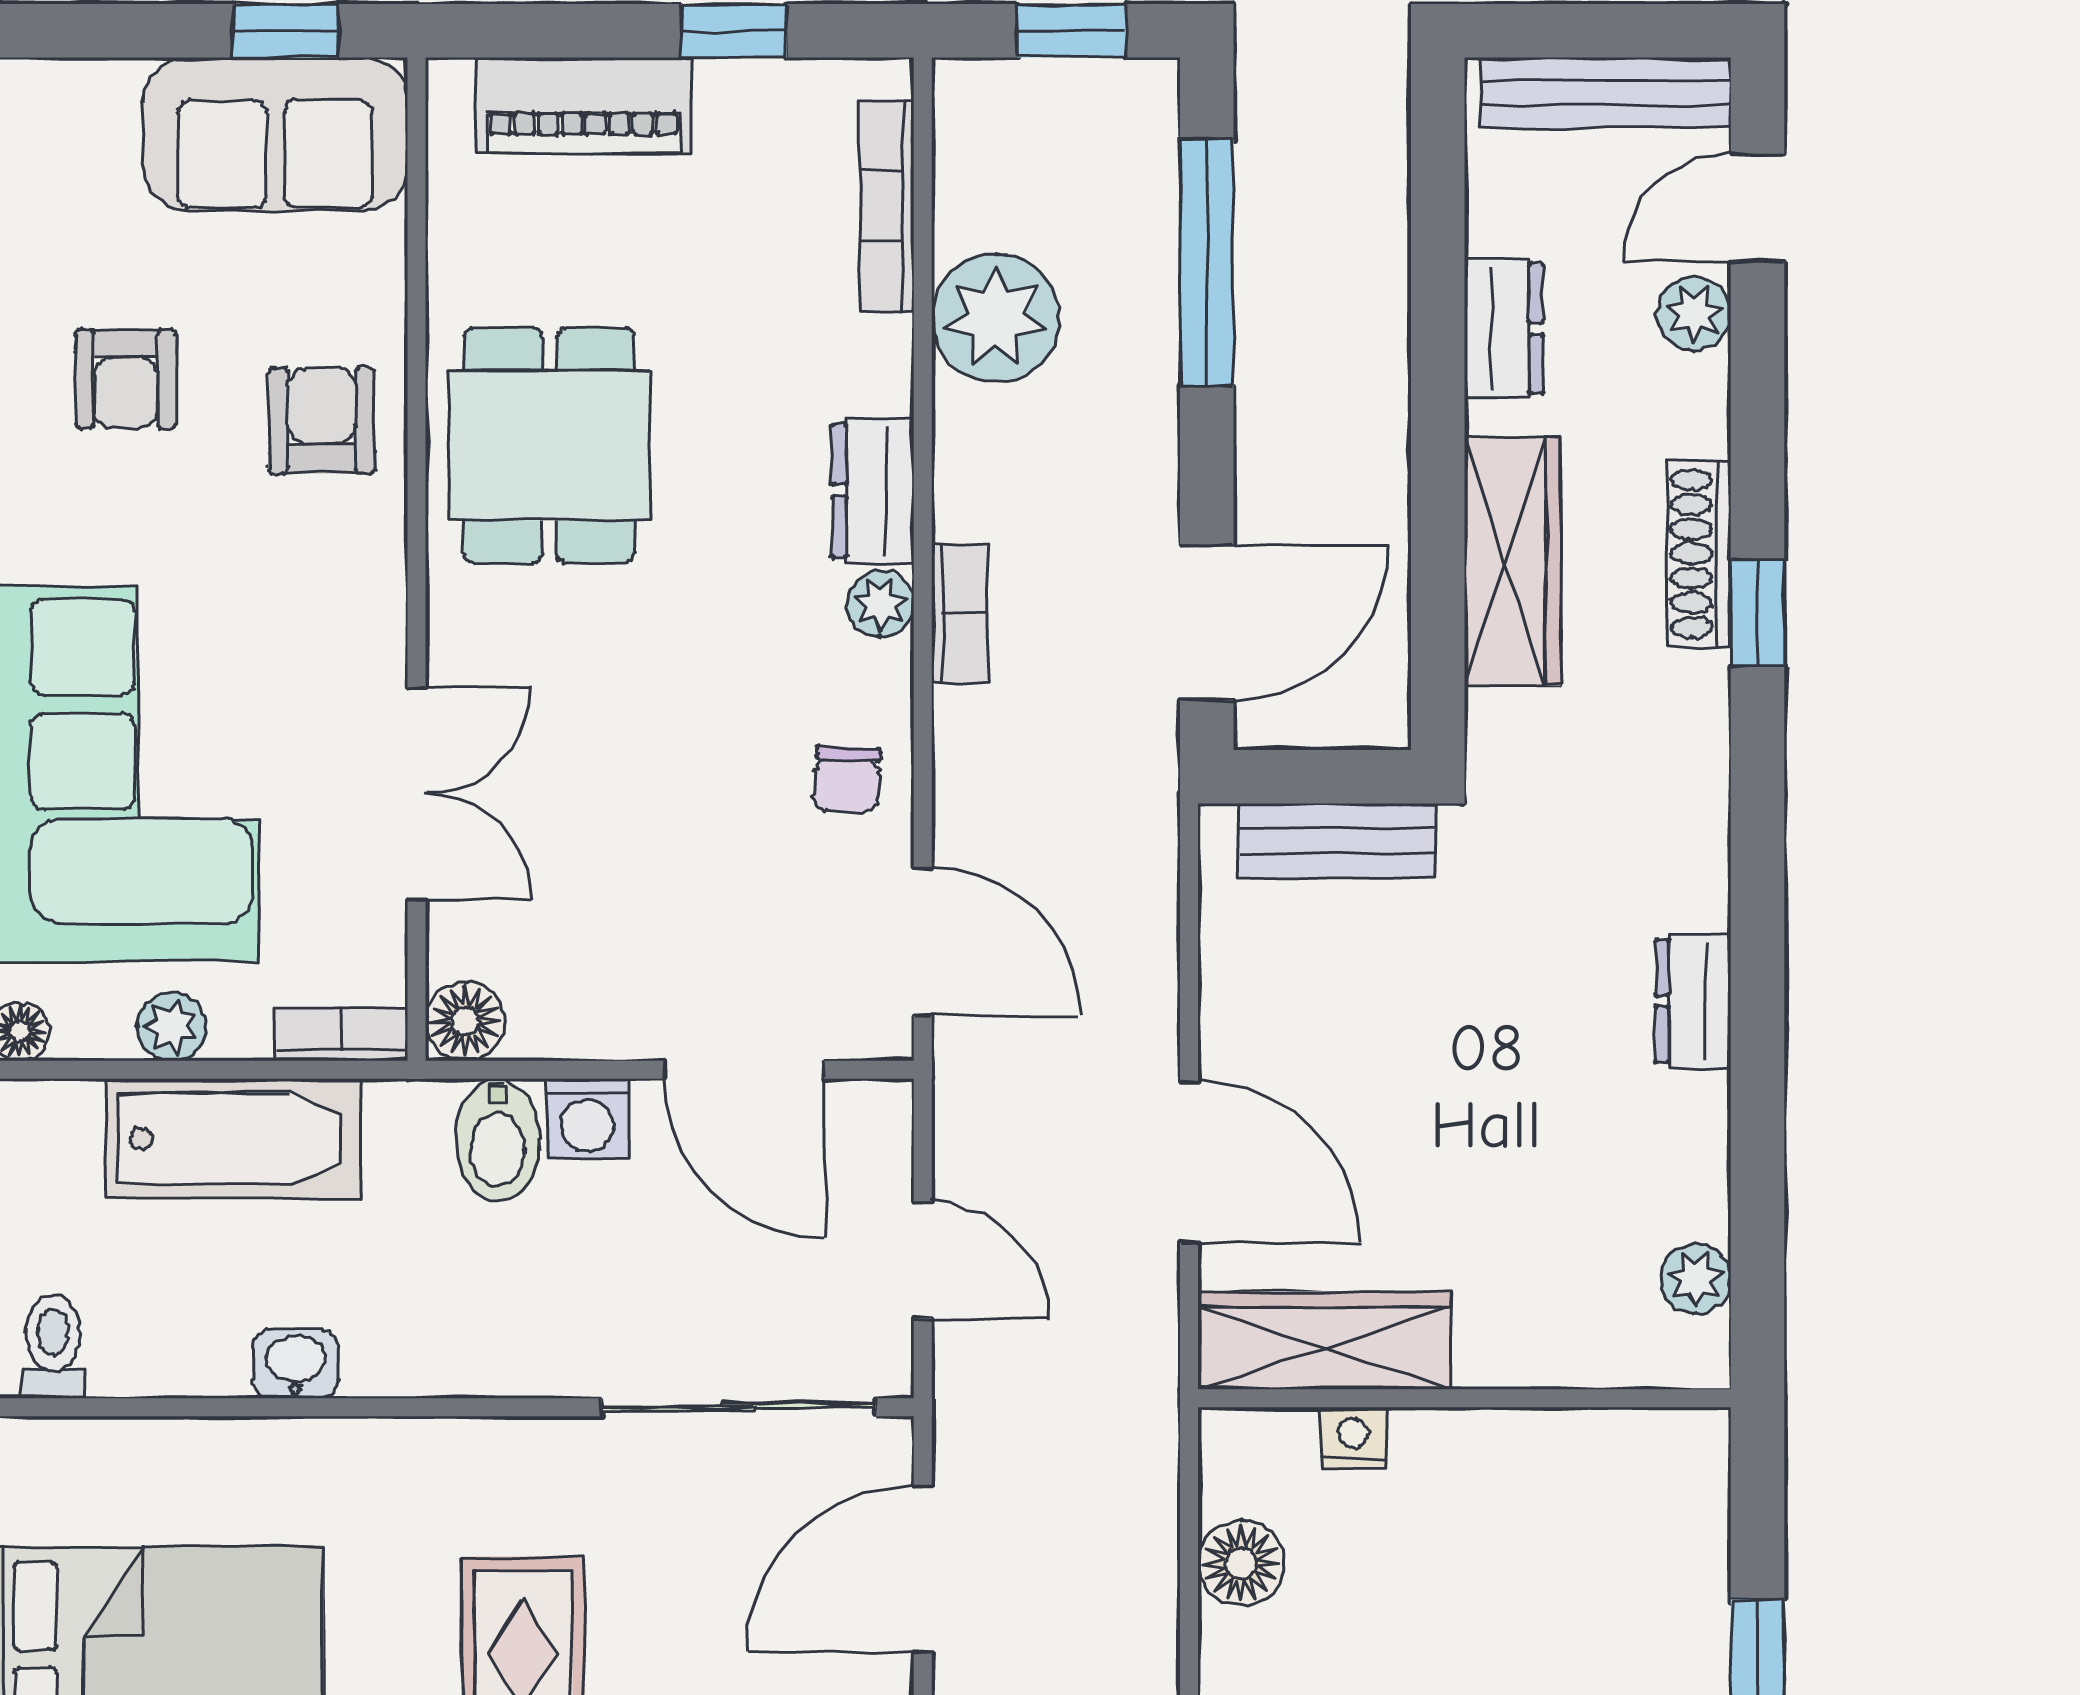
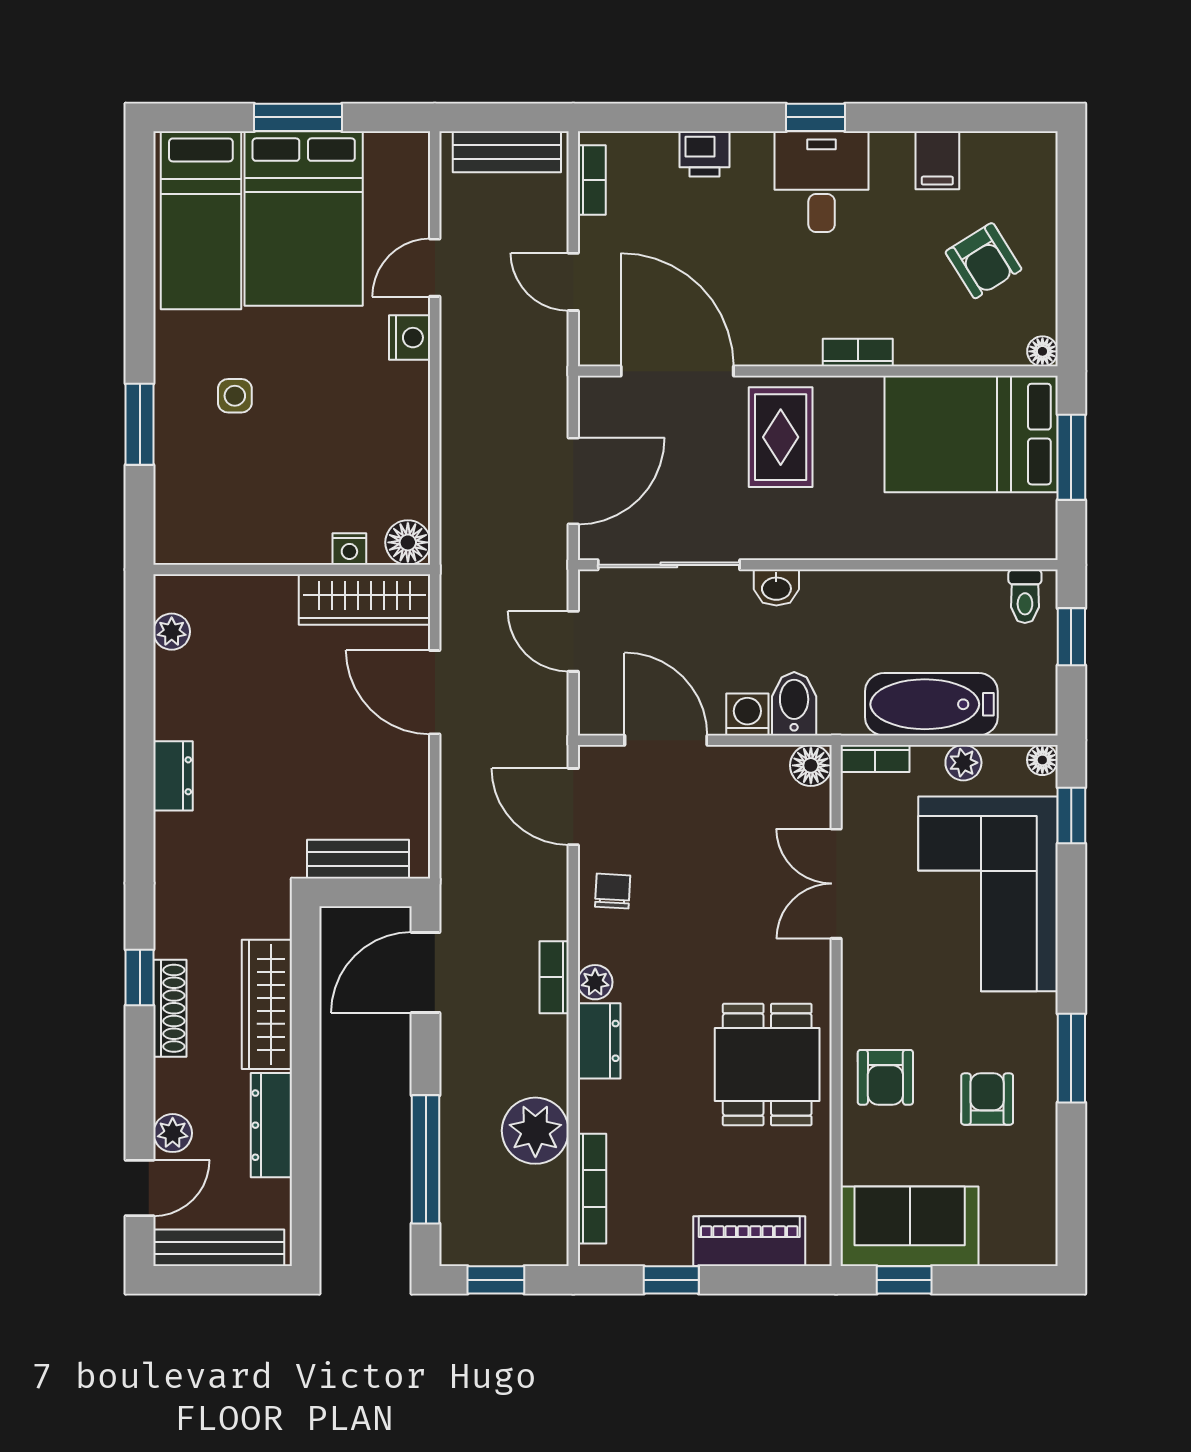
dresser: (1504, 329) -> (271, 1125), width x1.44
washbasin: (295, 1363) -> (776, 588), moved
floor lamp: (1241, 1563) -> (408, 542), moved

